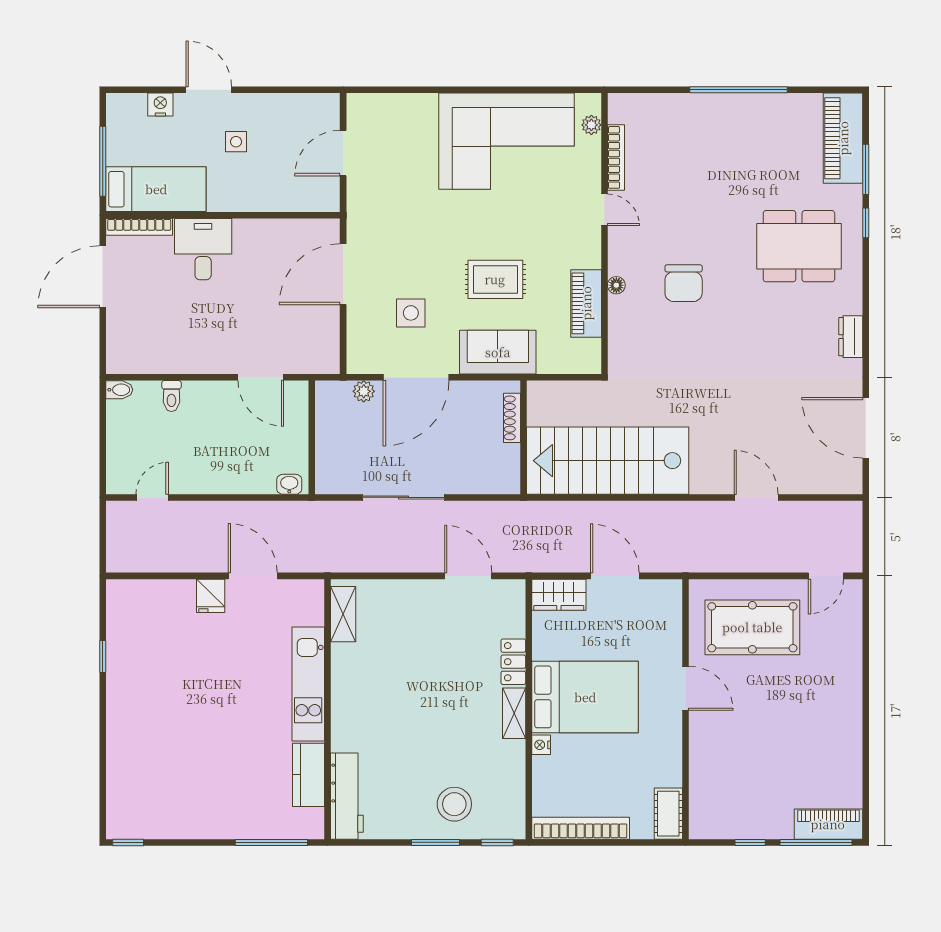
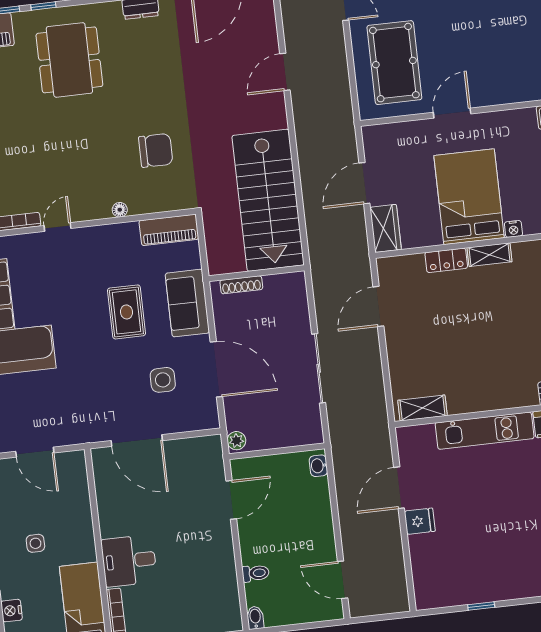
chair: (684, 283) -> (156, 150), moved
piano: (586, 303) -> (169, 230), moved
plant: (364, 391) -> (236, 441), moved
door: (152, 497) -> (343, 580), width x1.38

